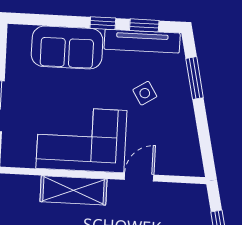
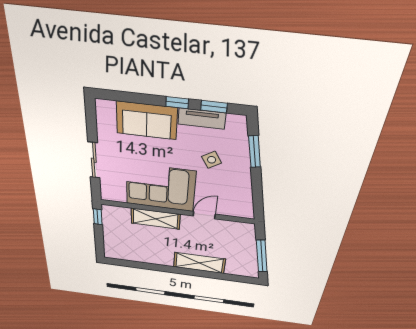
tv unit: (142, 41) -> (202, 119), width x0.71

